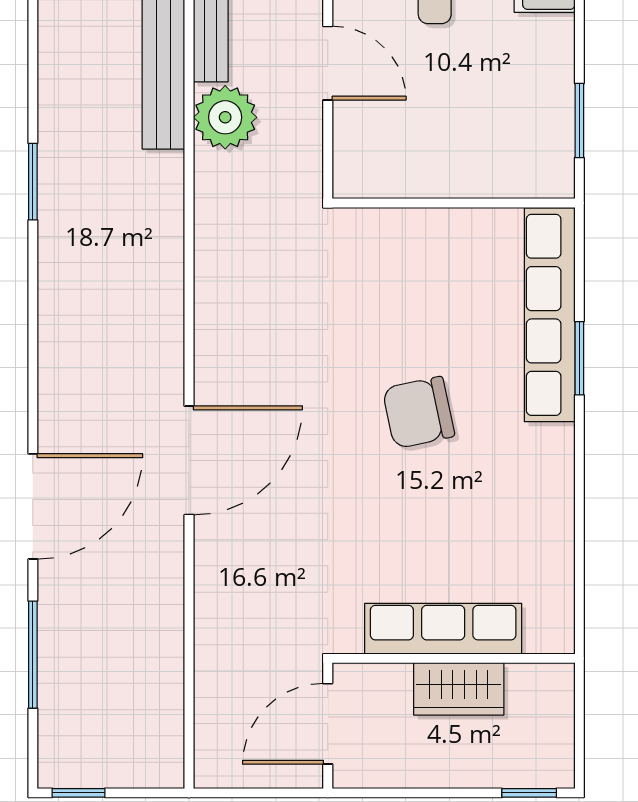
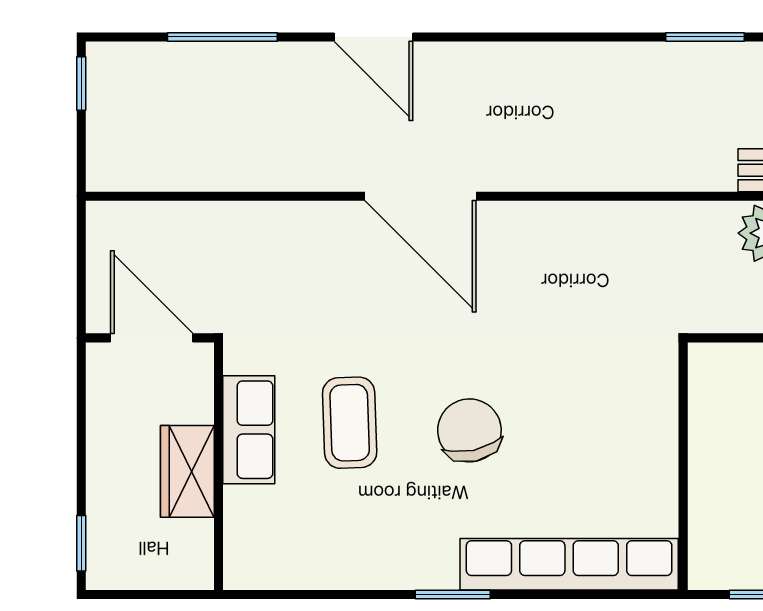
window: (579, 358) -> (453, 595), moved
door: (33, 506) -> (373, 37), width x0.73
coffee table: (411, 530) -> (350, 423), added
row of seats: (443, 629) -> (249, 430), width x0.68

